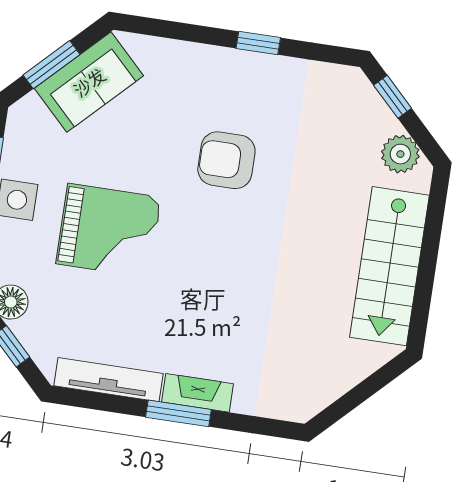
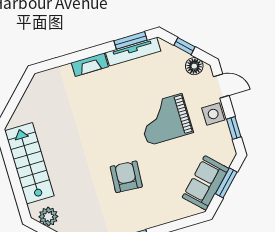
armchair: (226, 160) -> (126, 177), turned -86
window: (178, 413) -> (131, 40), moved

